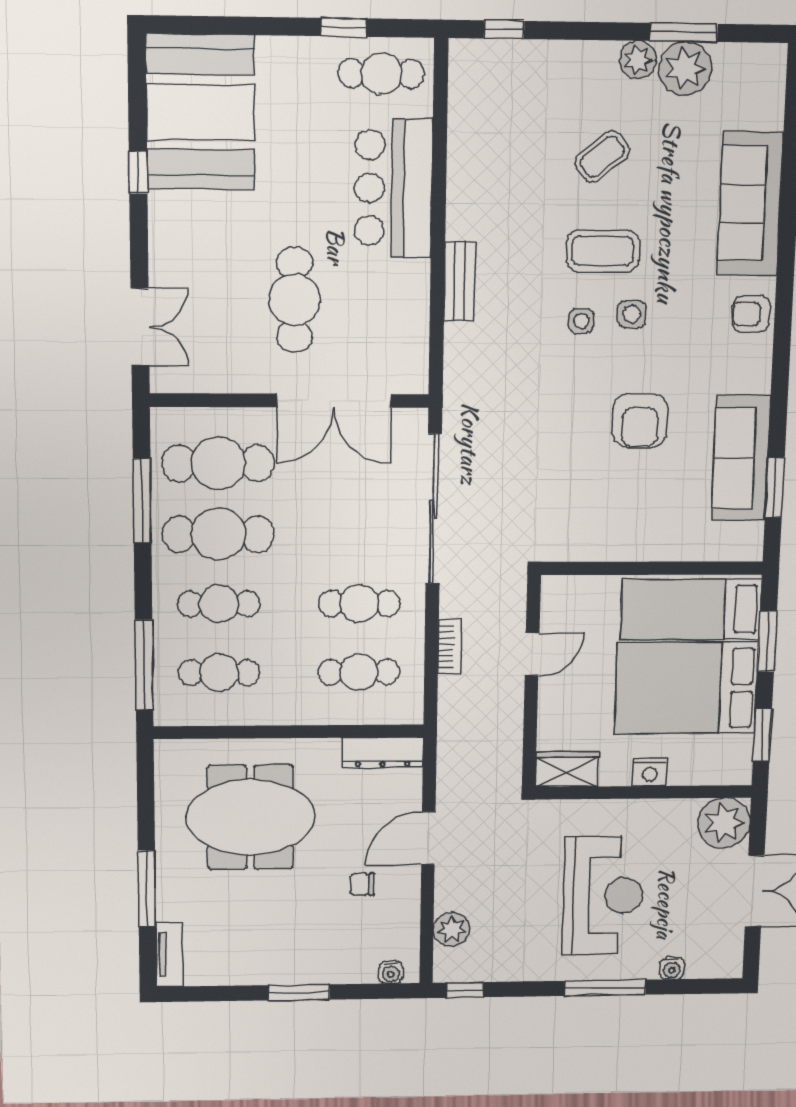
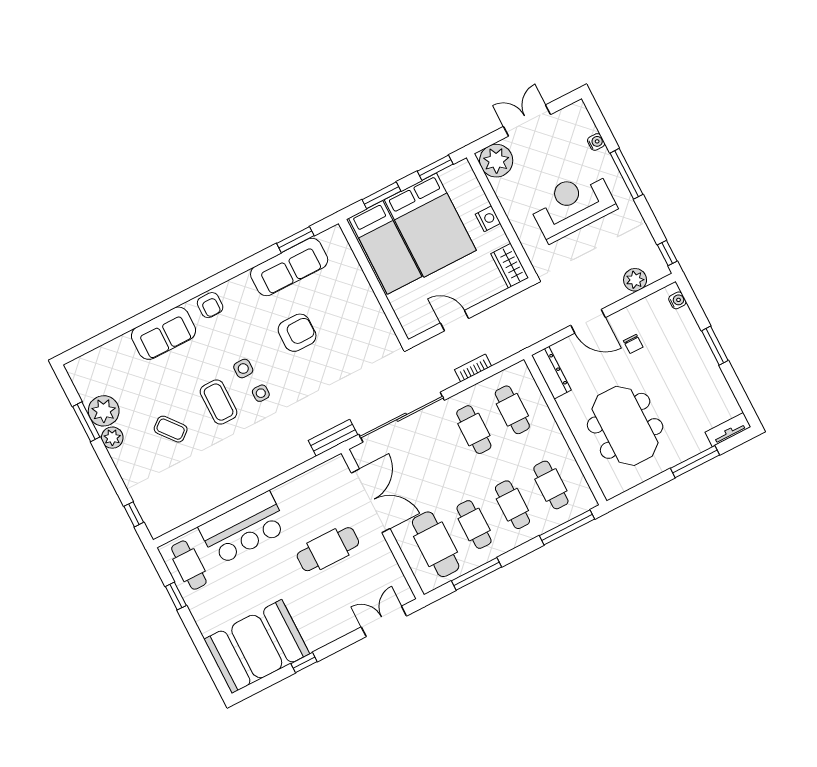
sofa: (750, 203) -> (163, 333), width x0.73
bench: (460, 281) -> (333, 438), moved
cafe table: (219, 534) -> (474, 524), width x0.73, depth x0.74

